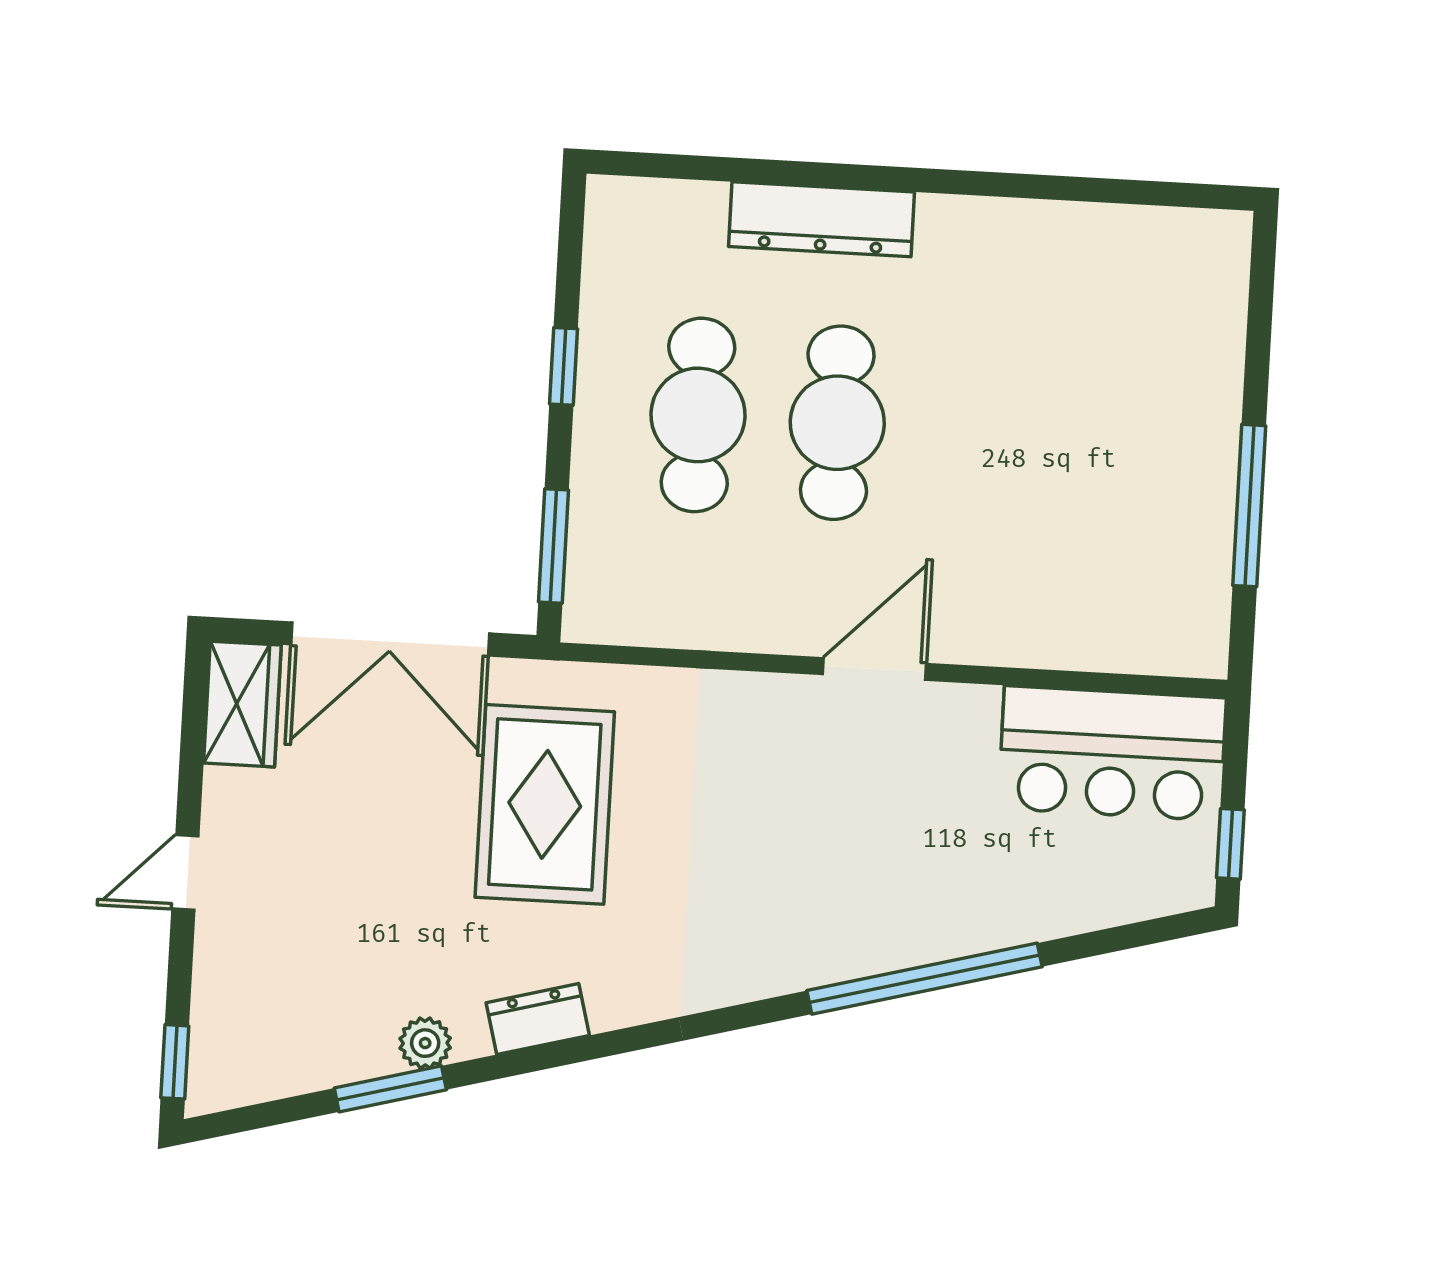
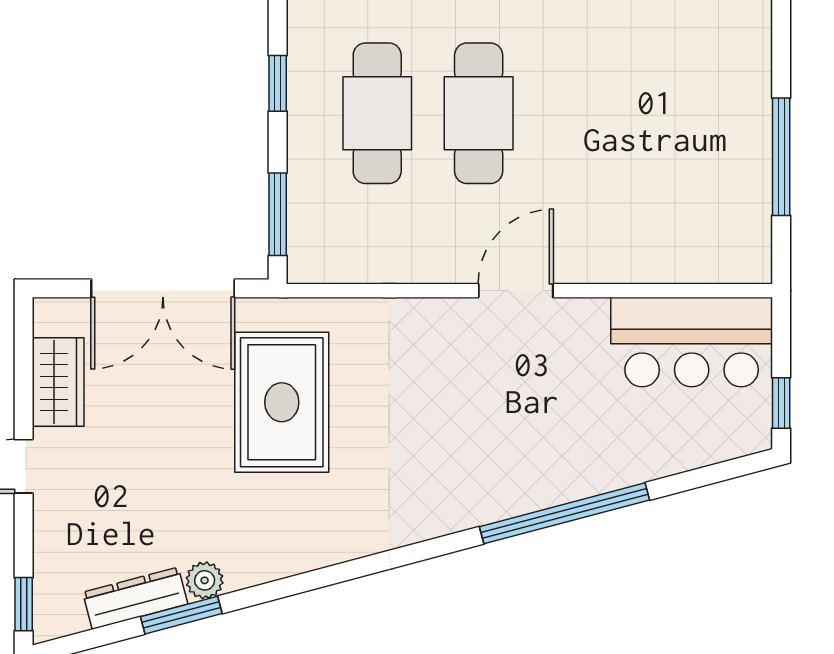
wardrobe: (242, 704) -> (58, 382), moved
dresser: (538, 1019) -> (135, 598), moved, width x1.44

